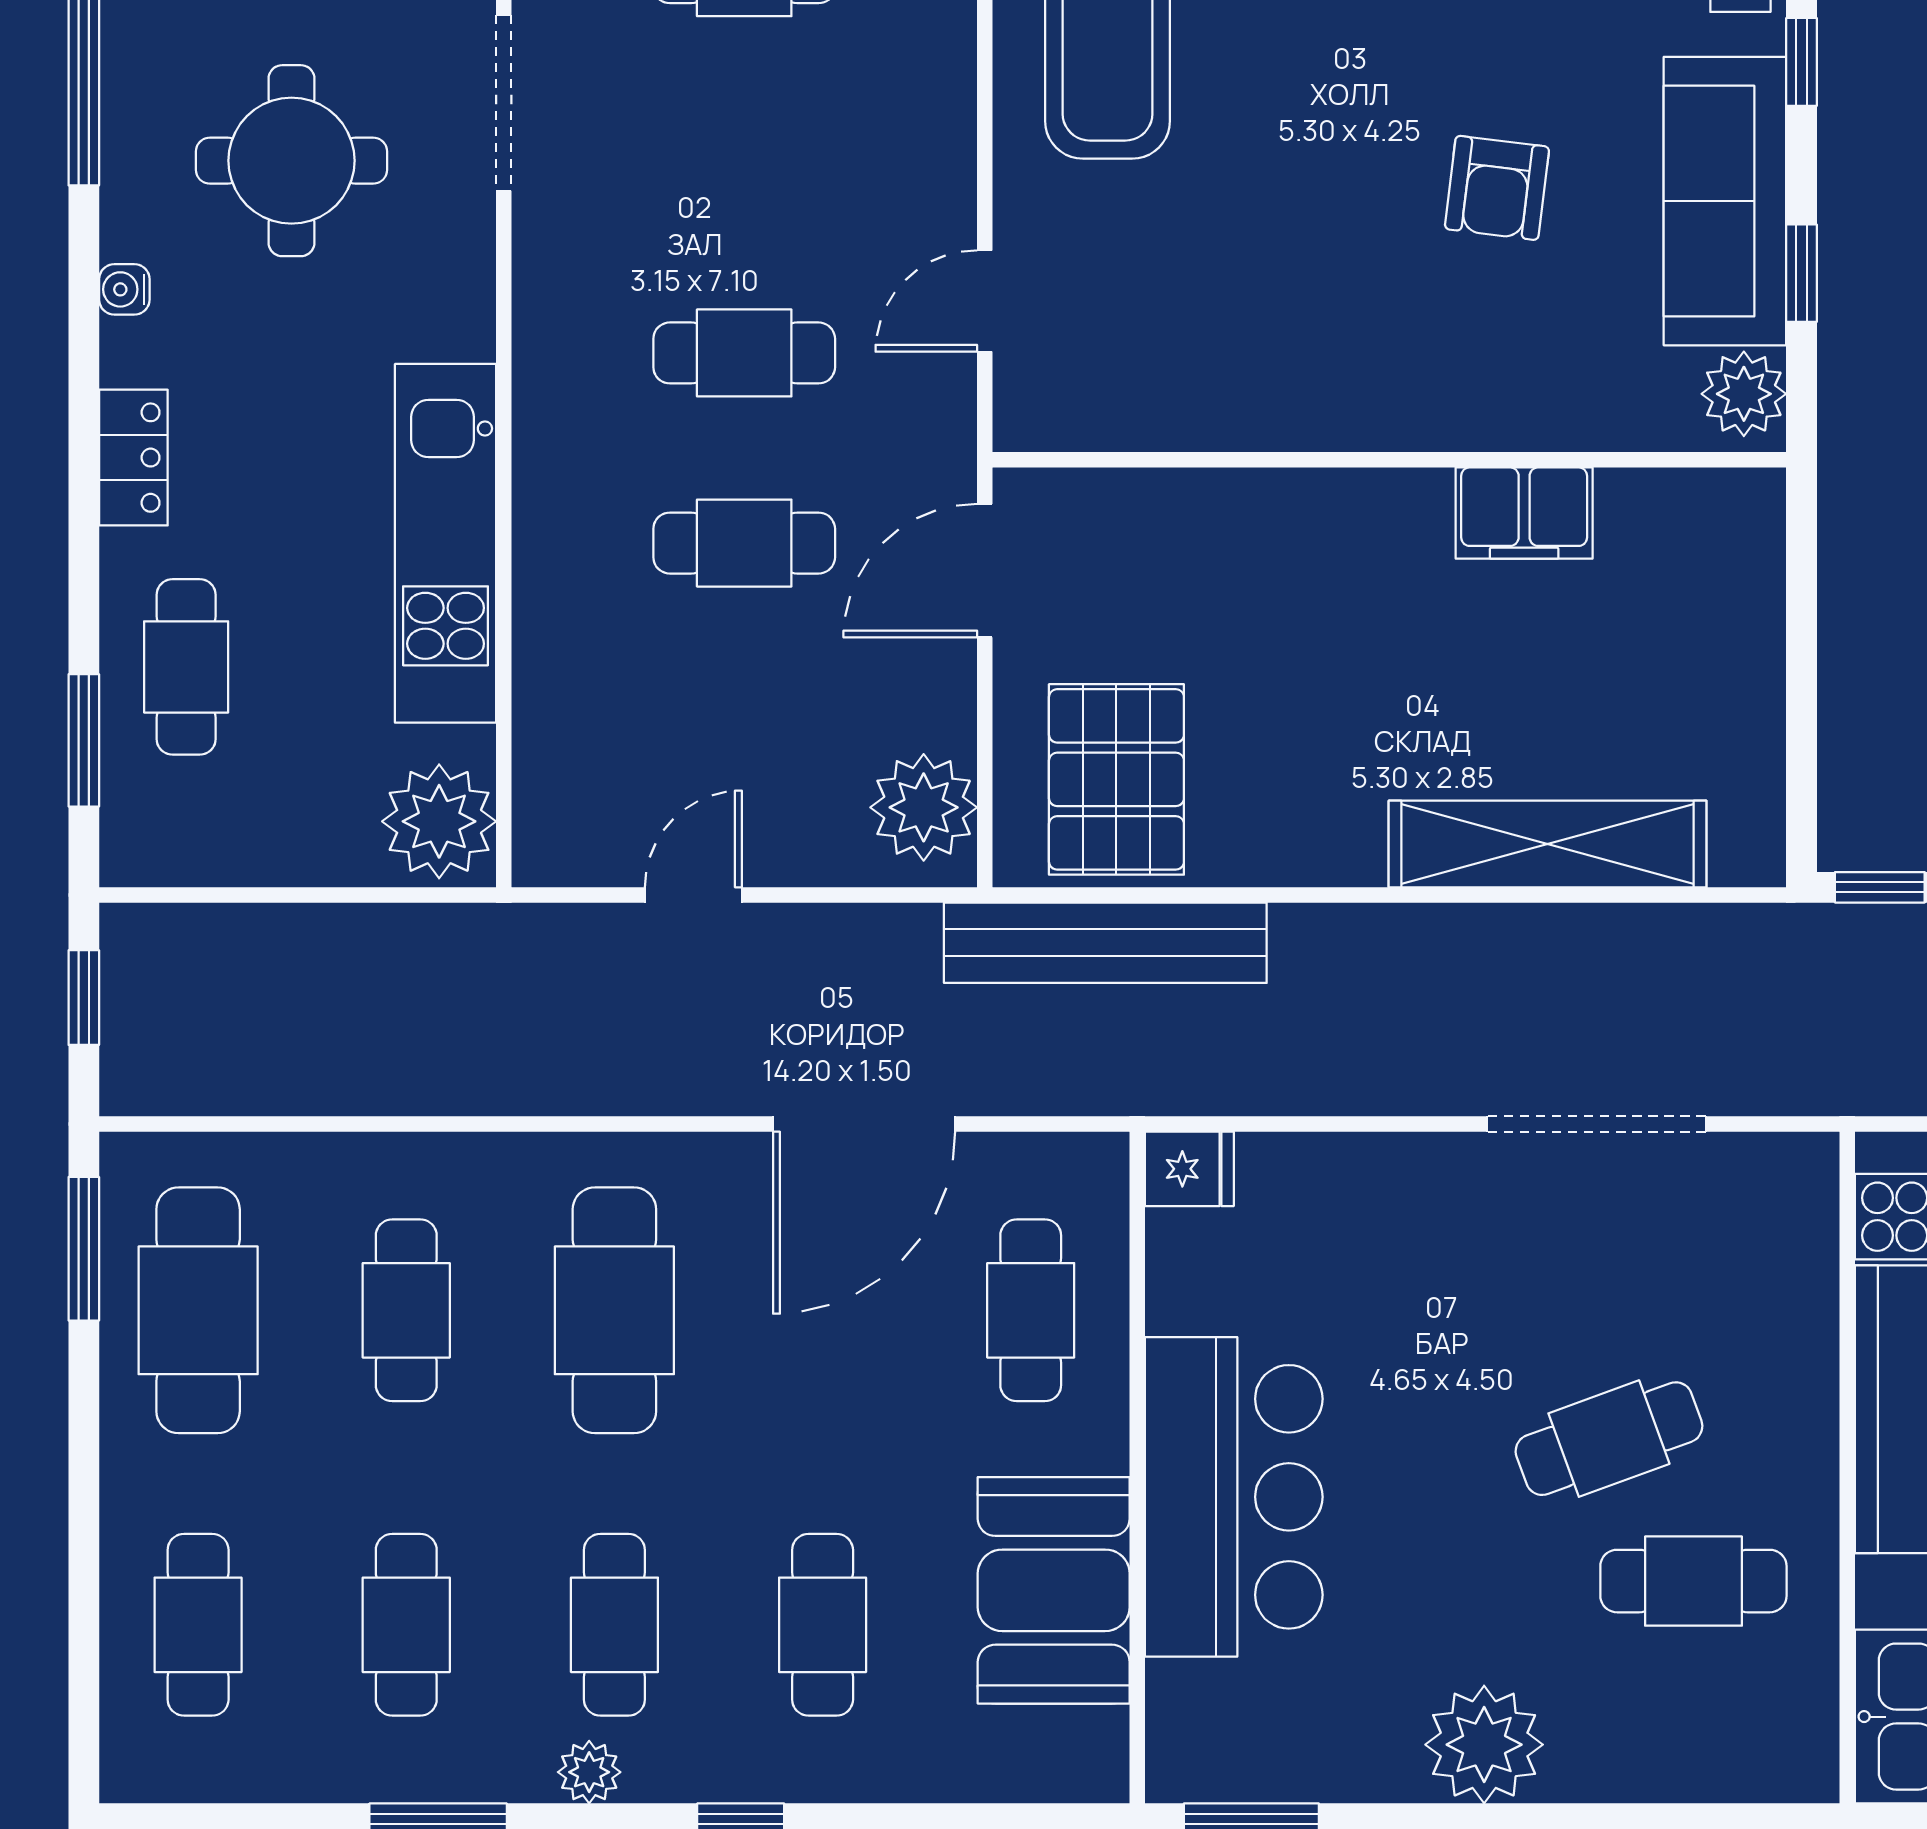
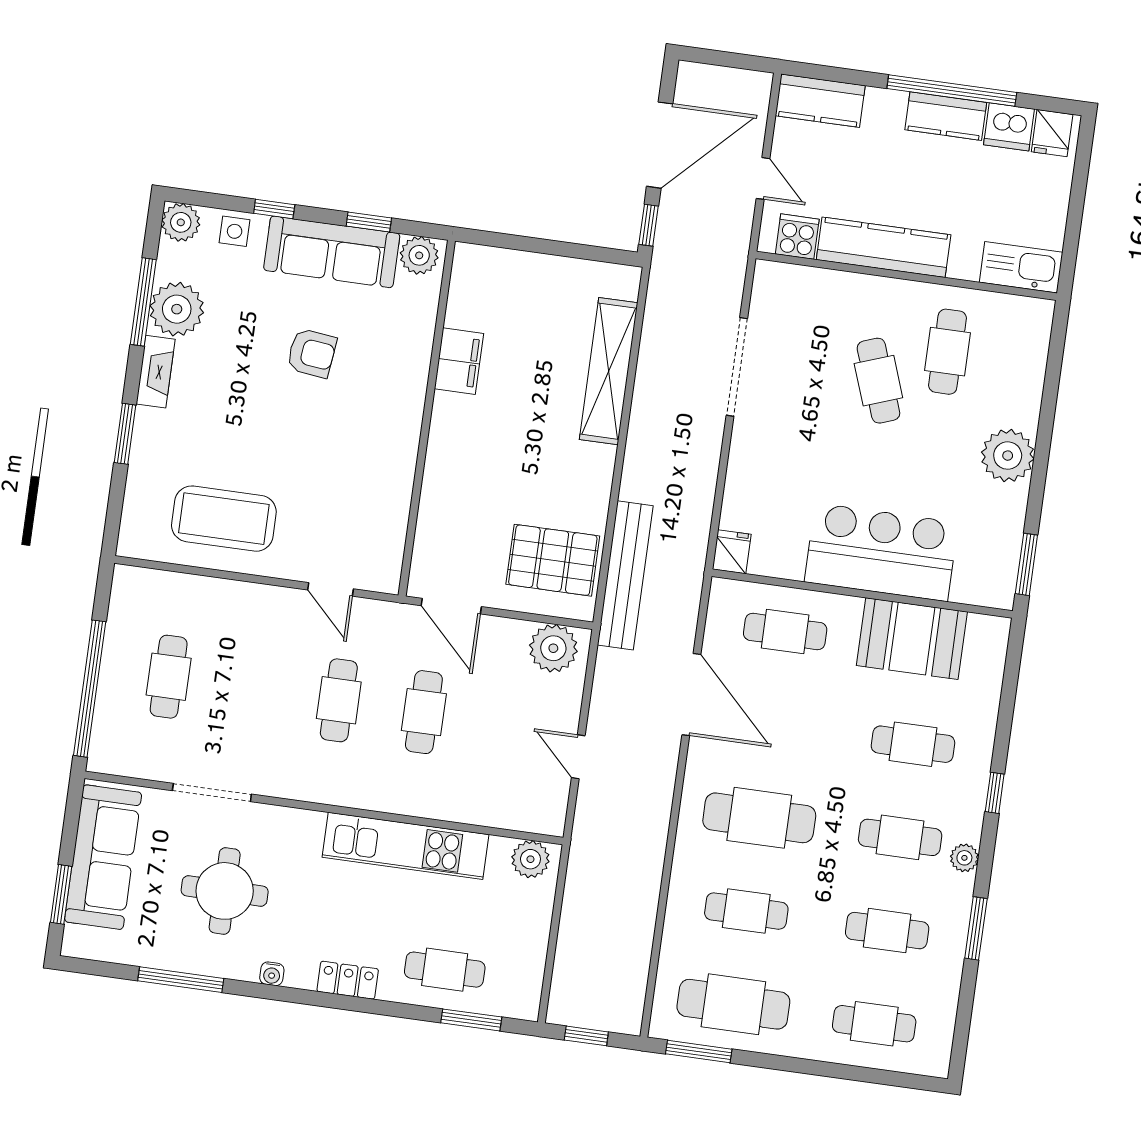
plant: (439, 821) -> (530, 859), width x0.73, depth x0.73

